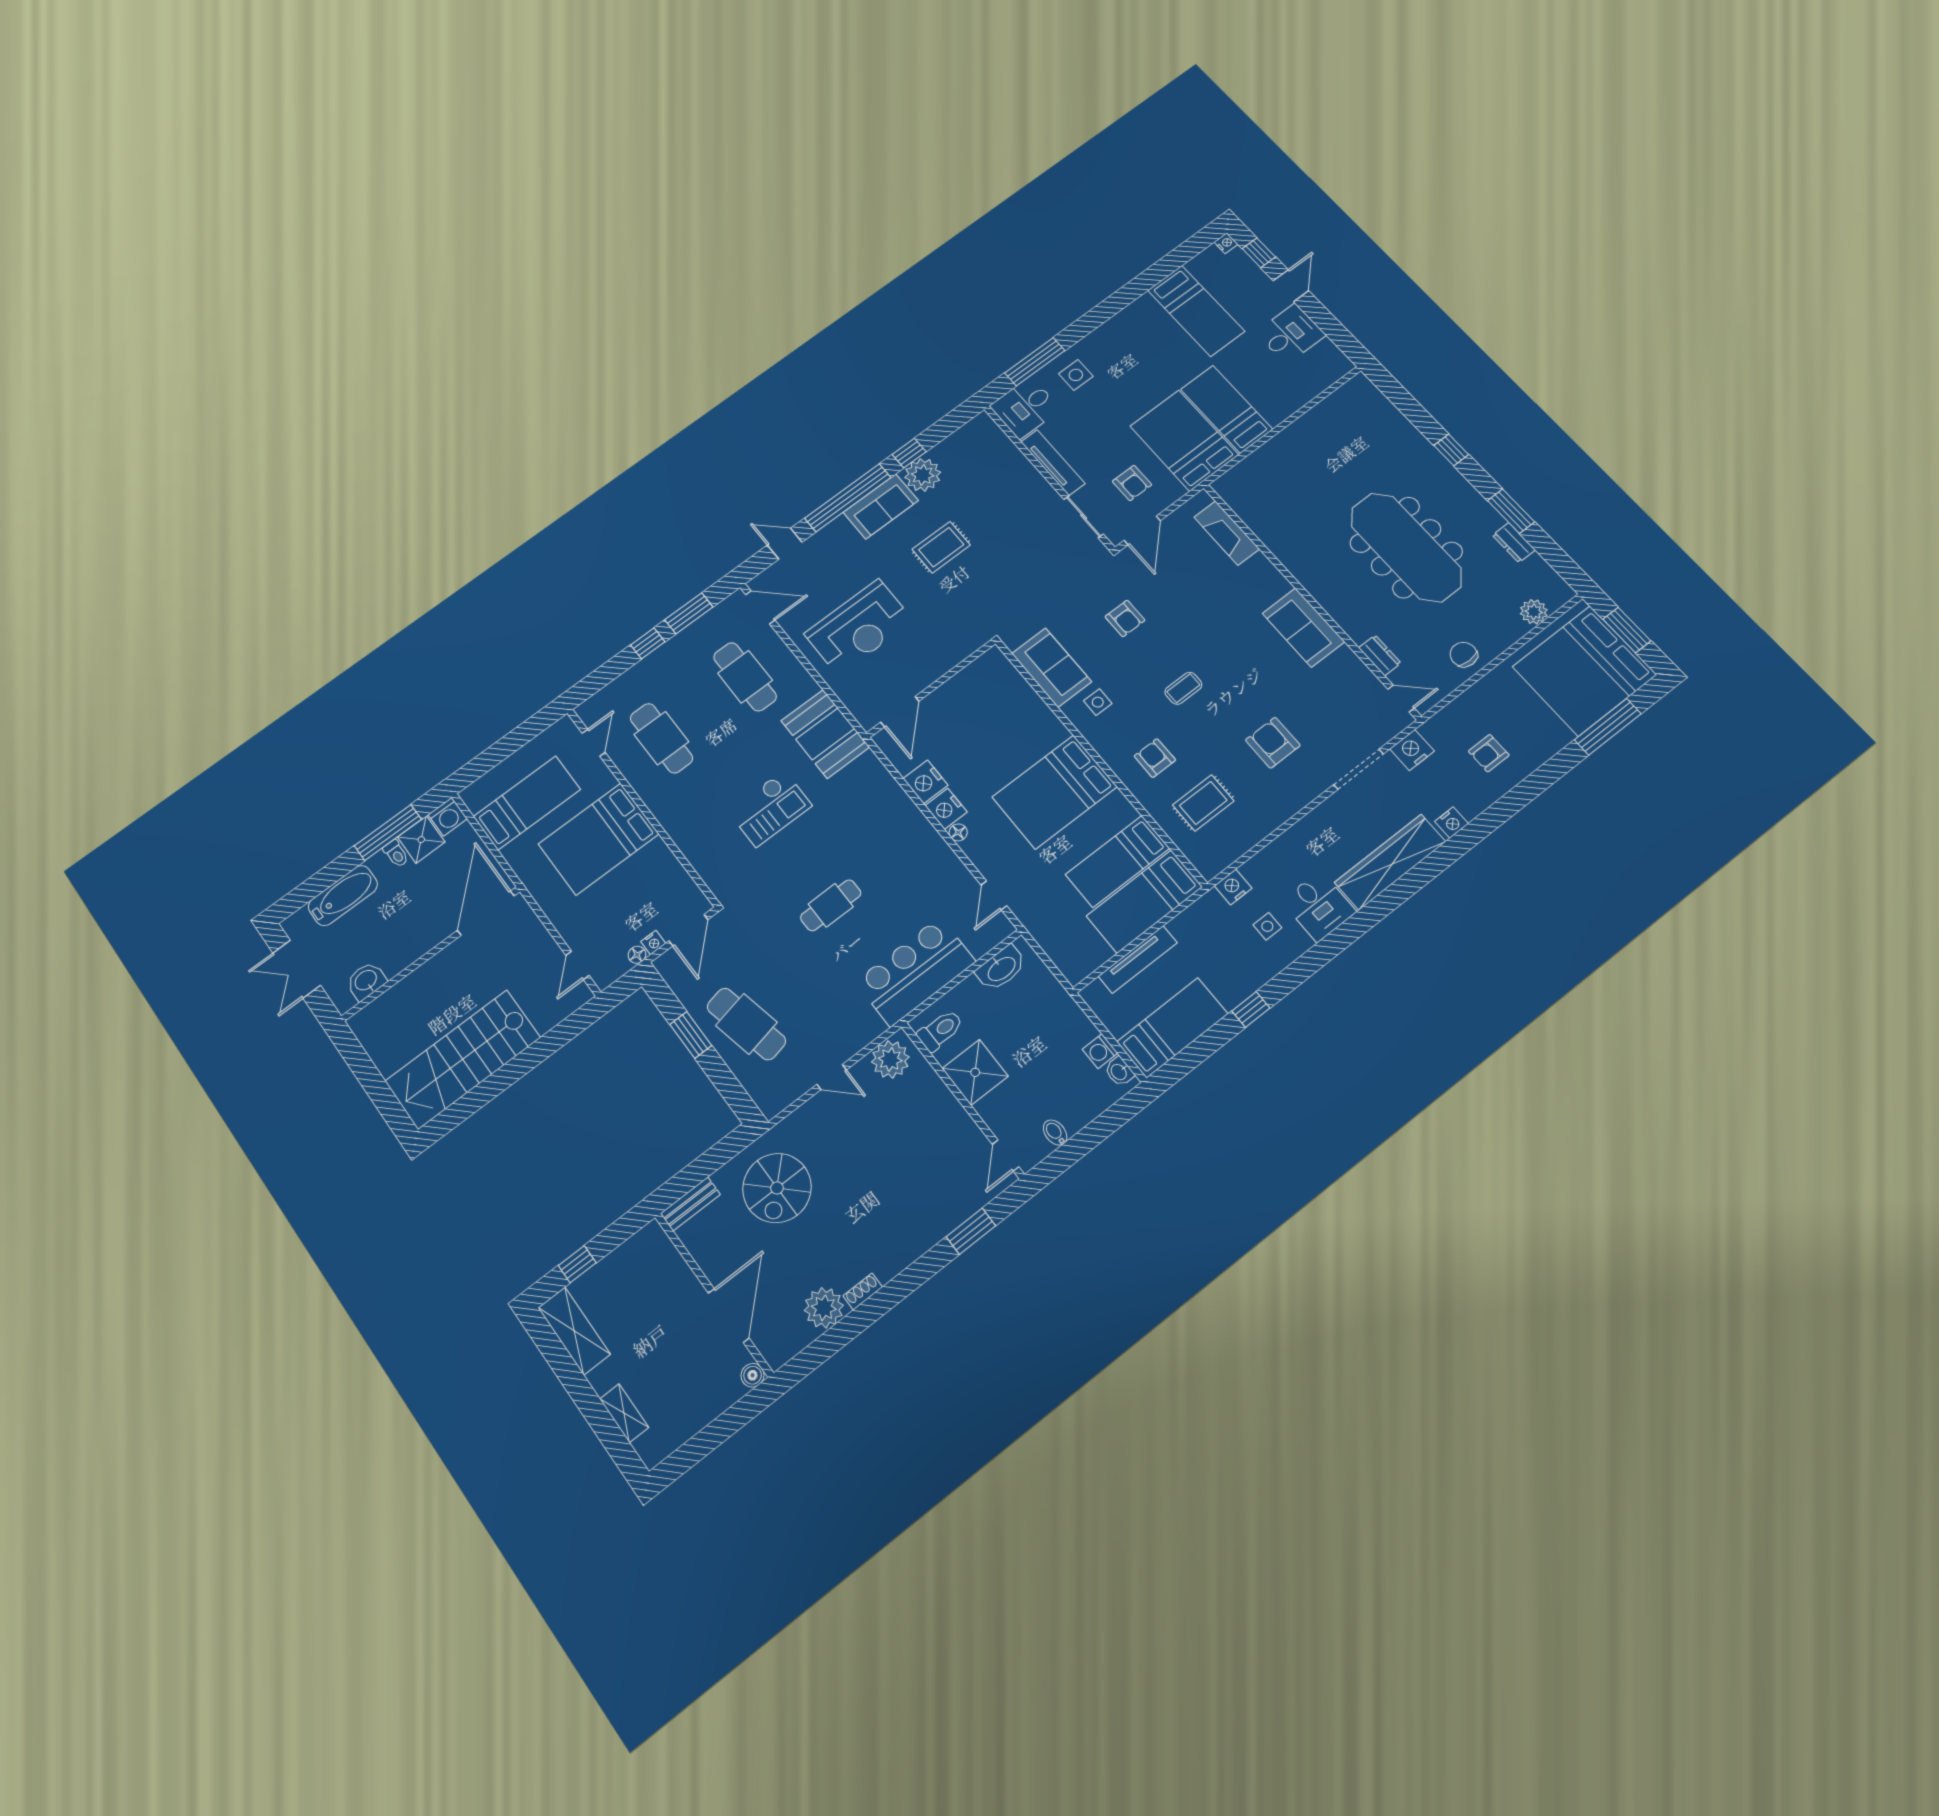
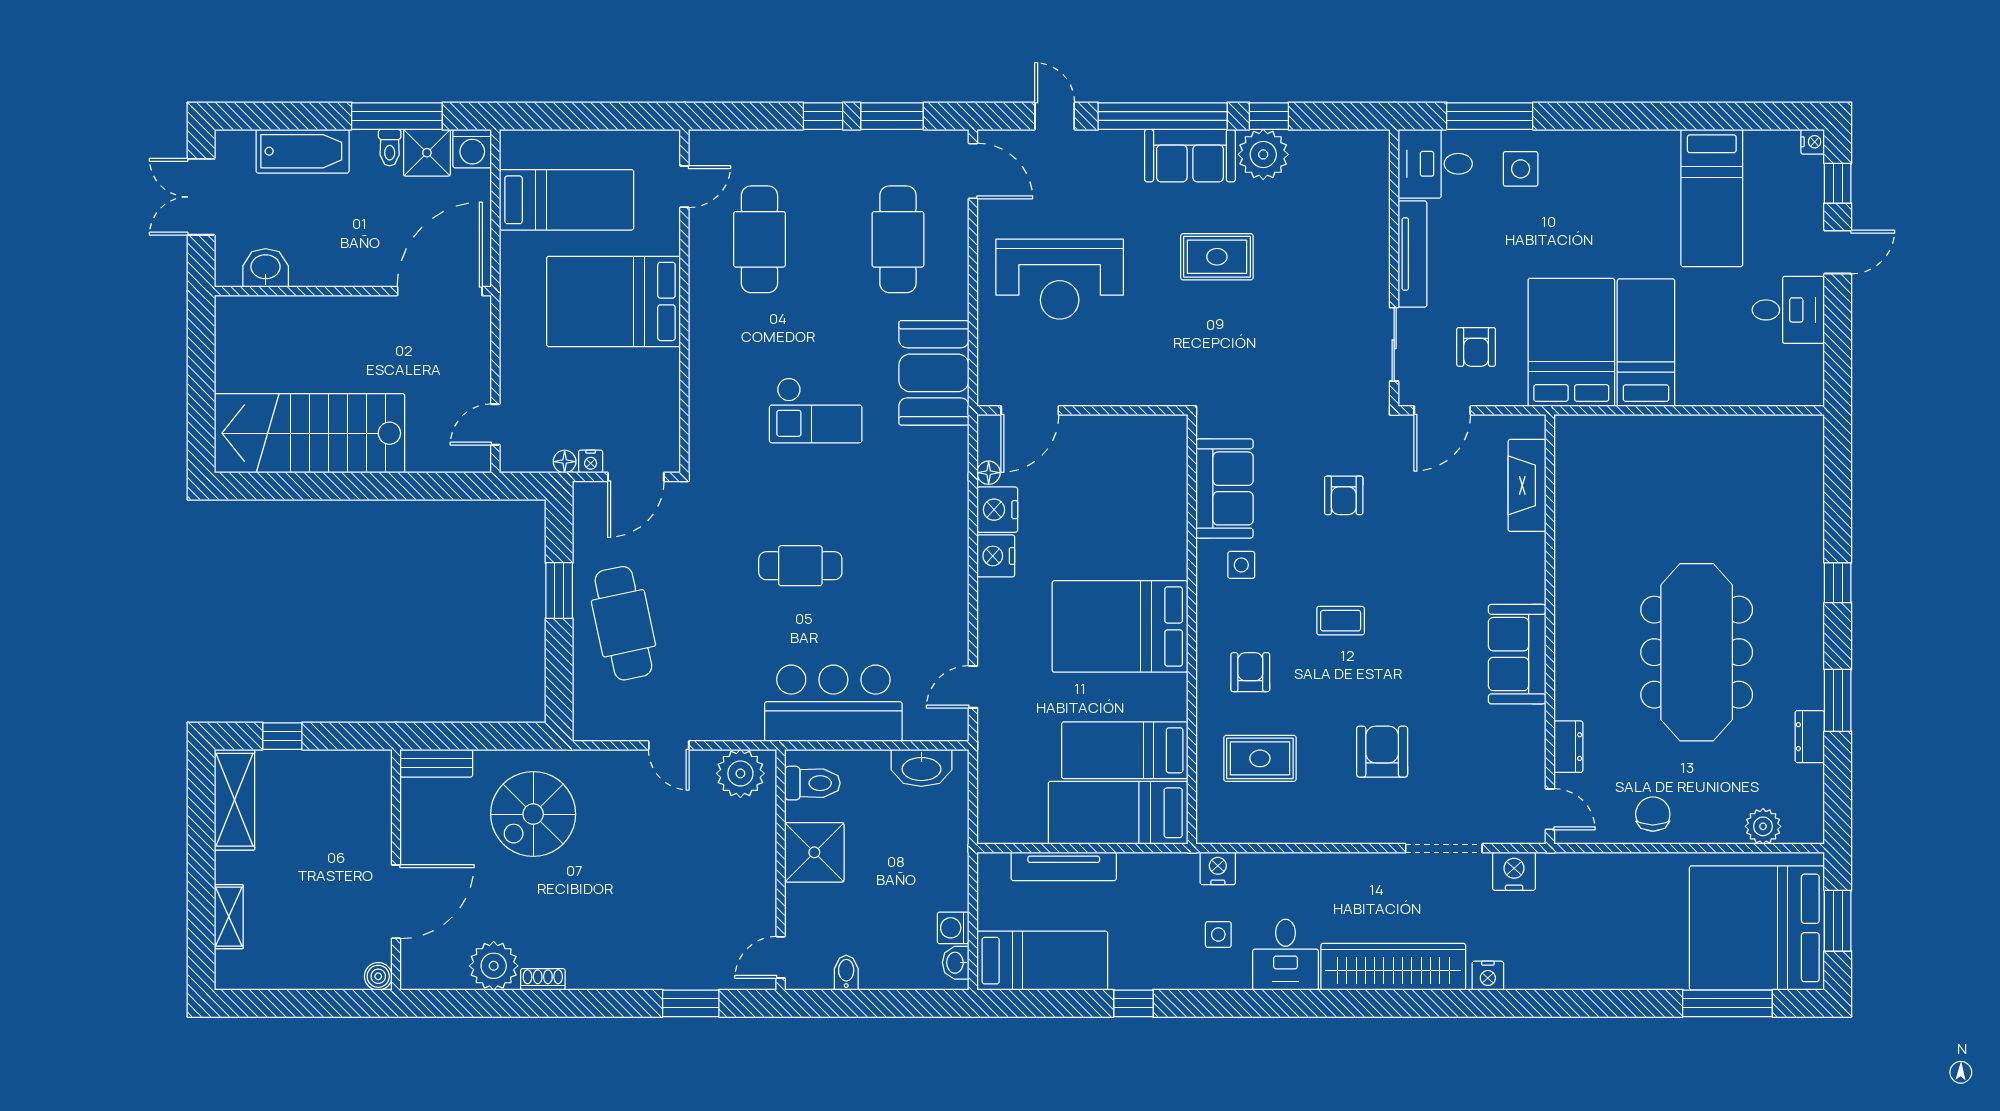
armchair: (1489, 753) -> (1587, 936), removed
floor lamp: (958, 832) -> (989, 473), moved

